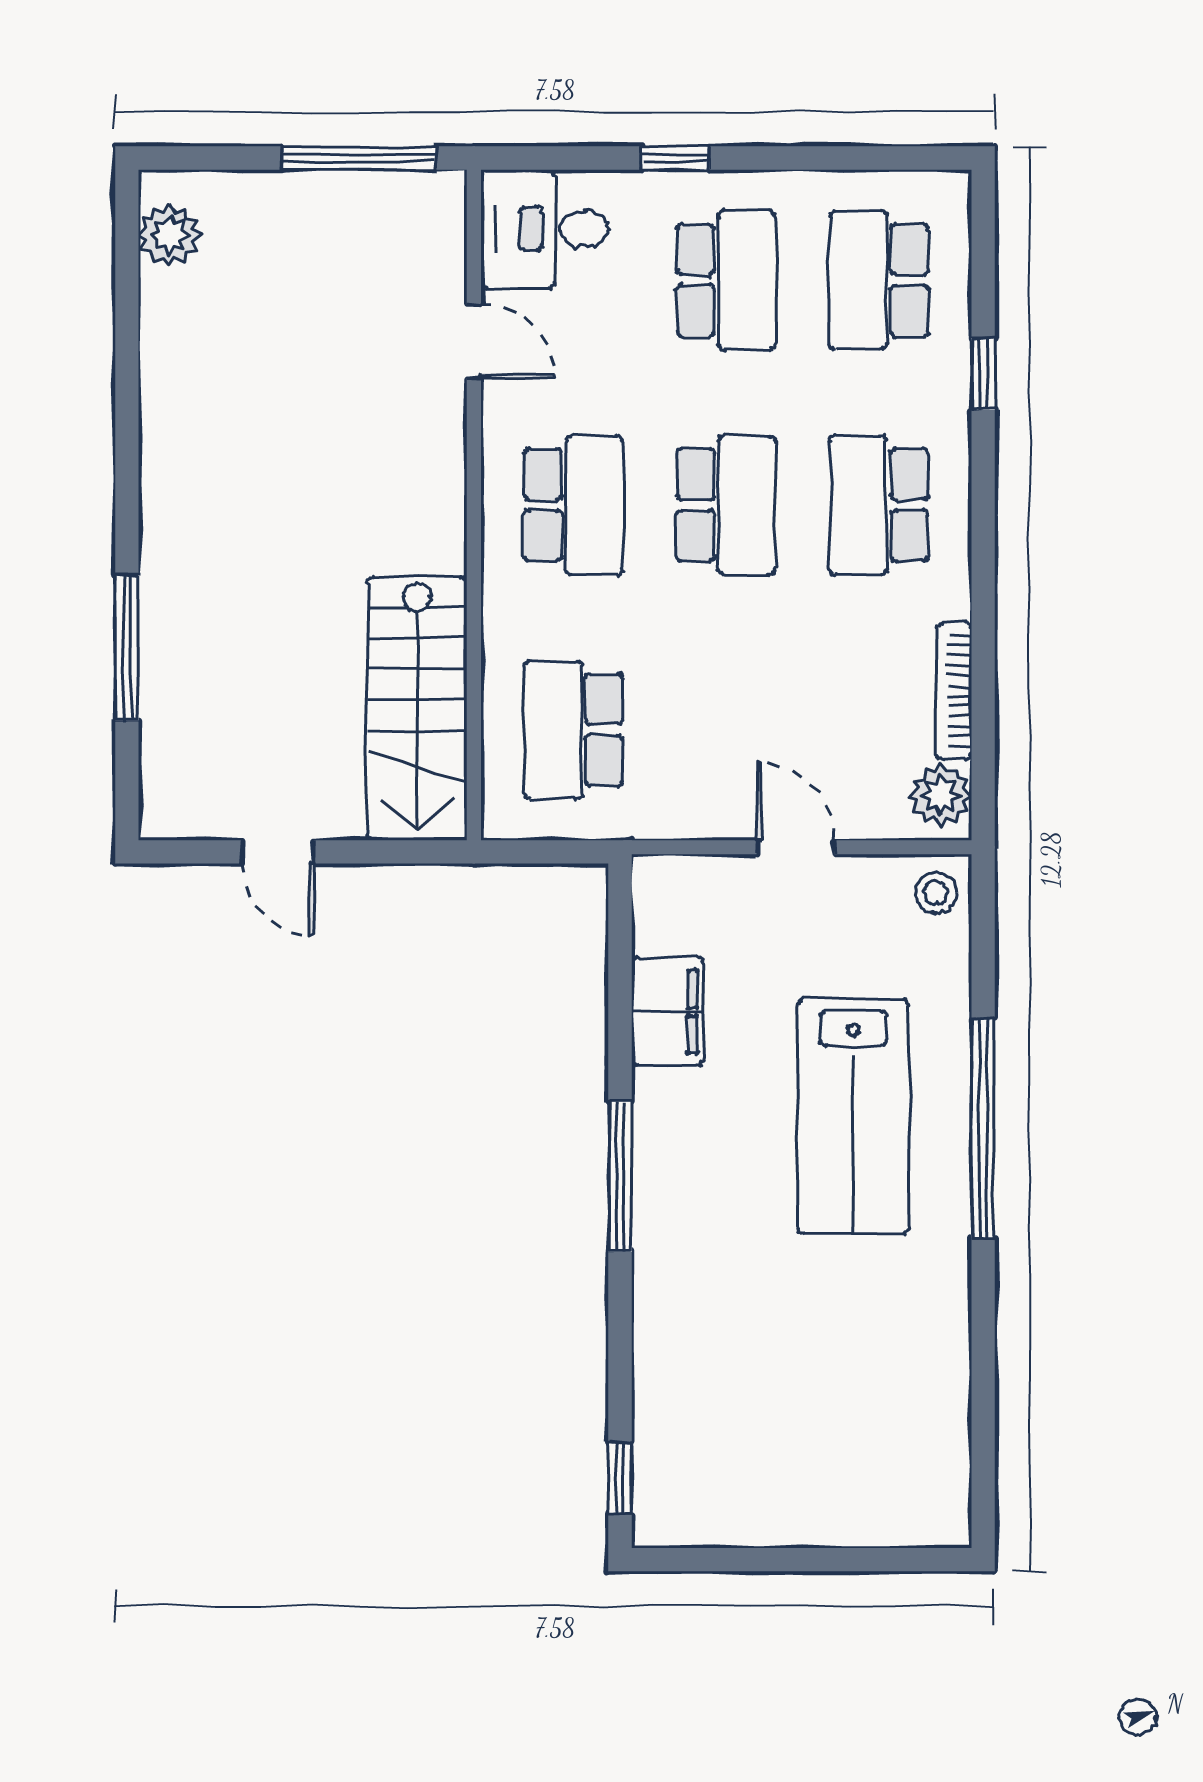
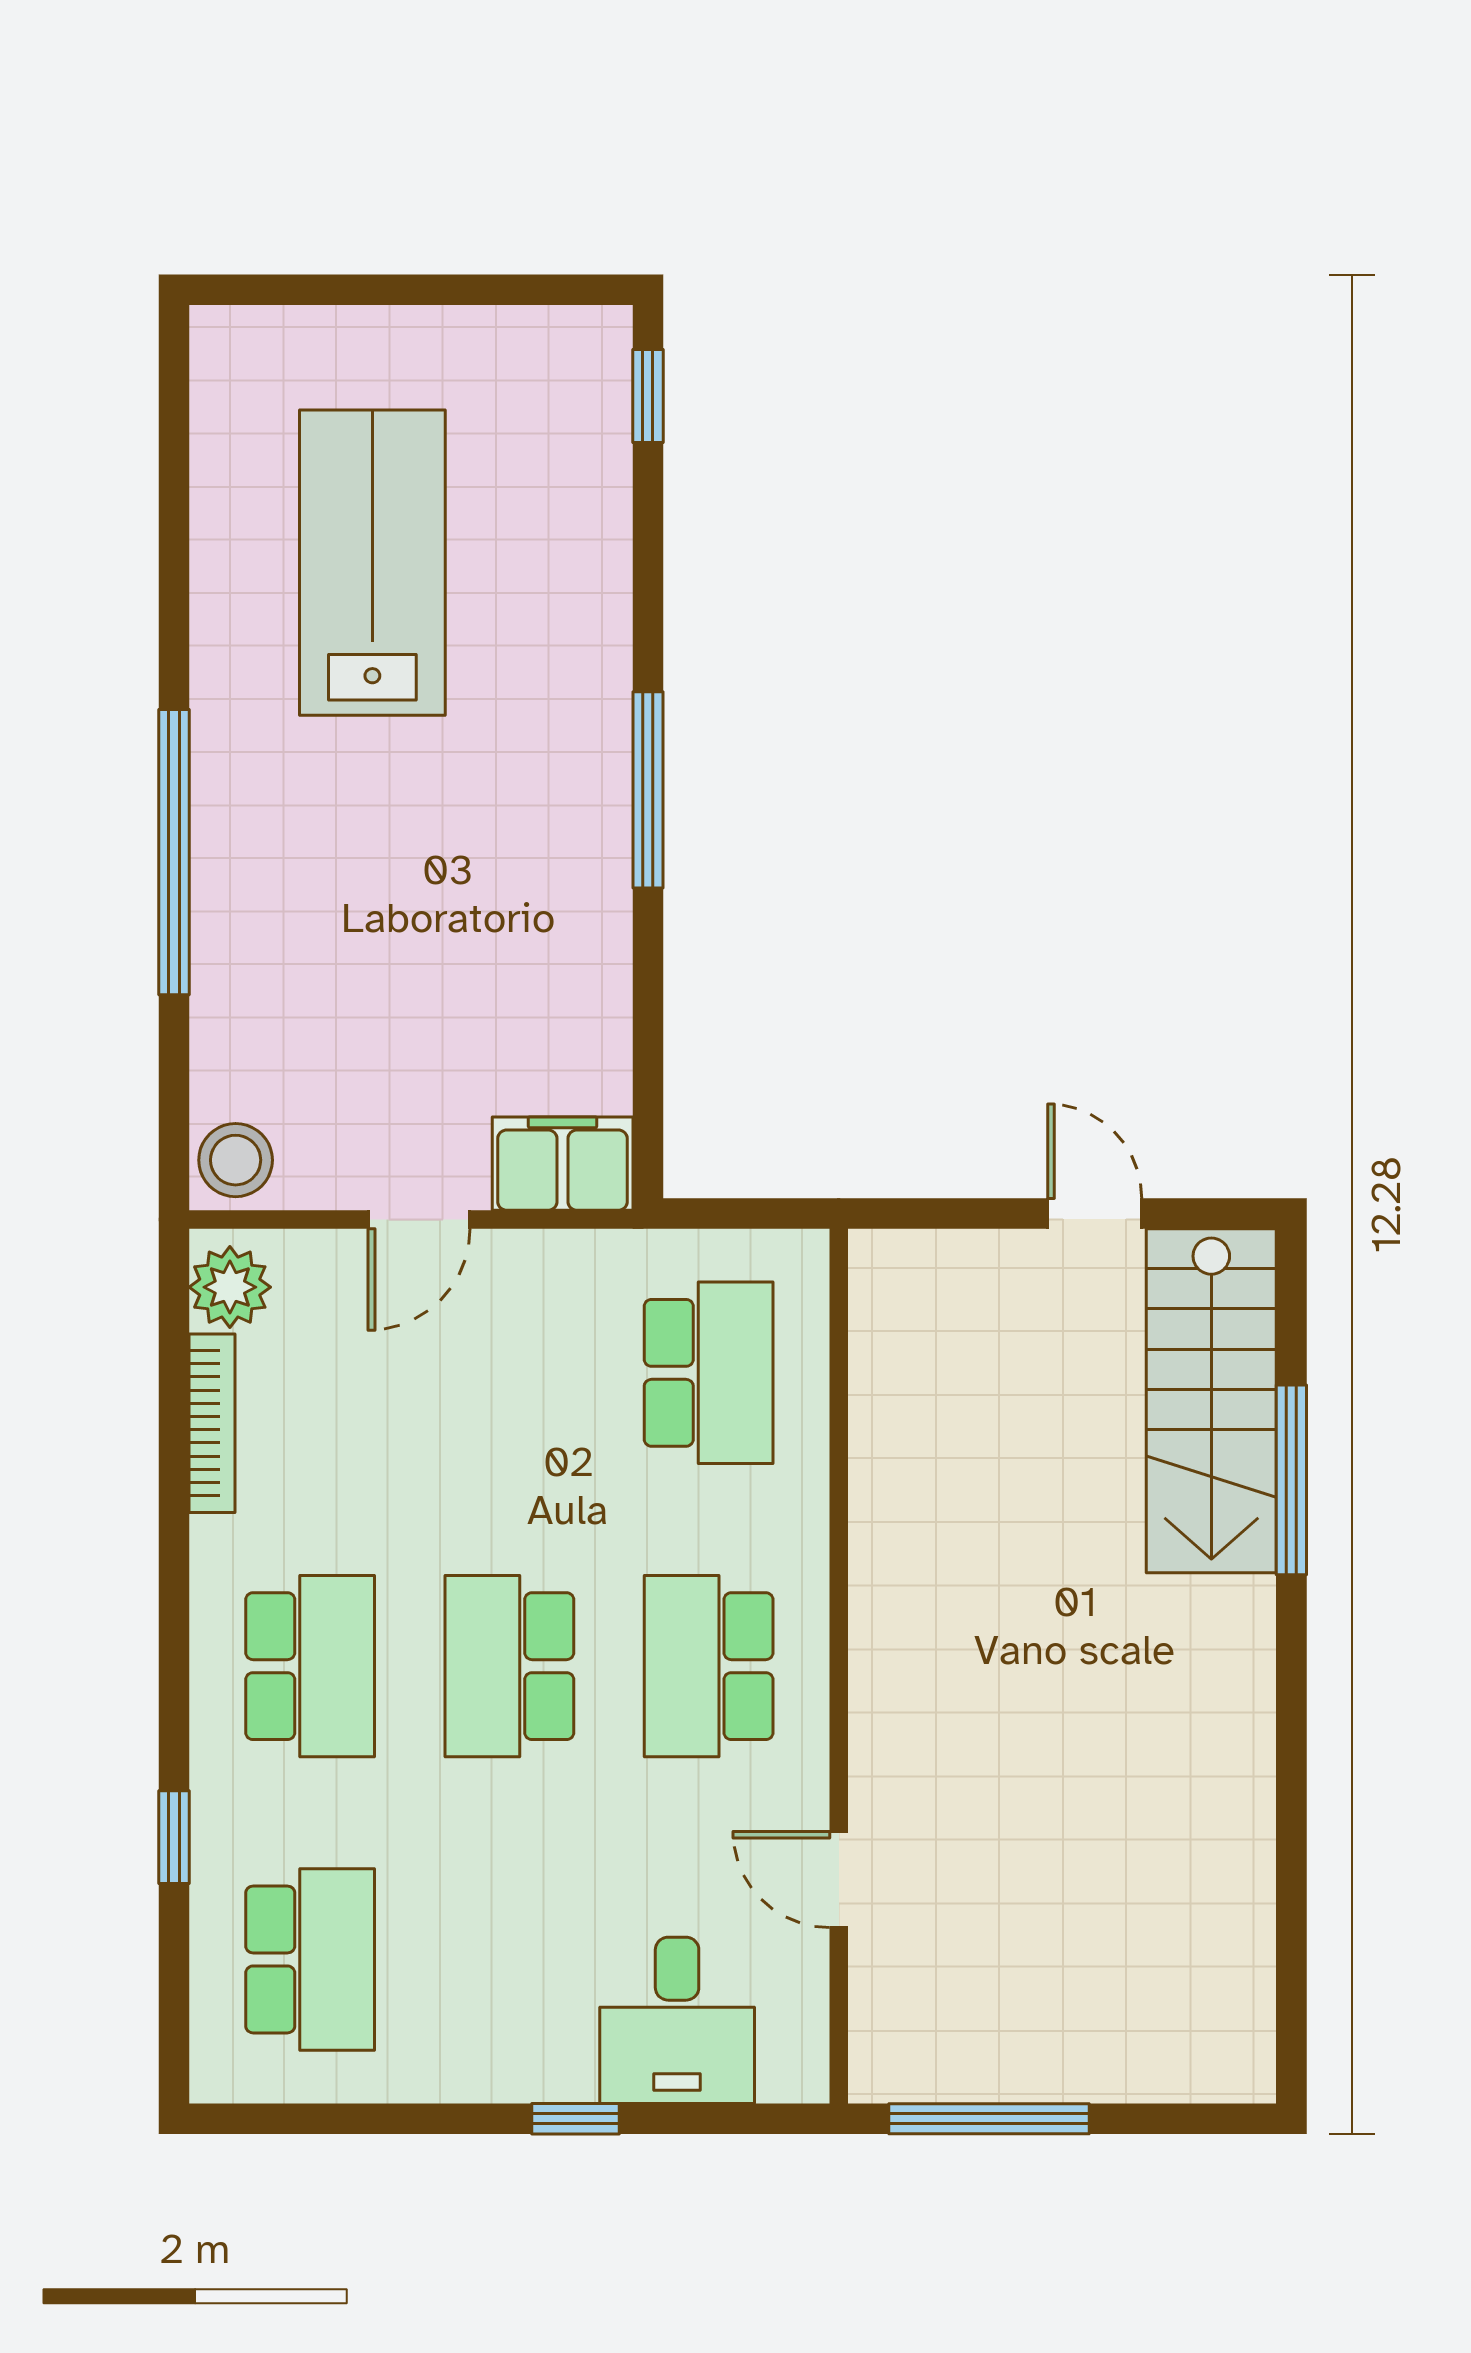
desk: (545, 229) -> (677, 2020), moved, turned 90
plant: (170, 235) -> (1236, 2019), removed
school desk: (726, 280) -> (509, 1959), removed
stairs: (417, 708) -> (1211, 1401), moved, turned 180
door: (795, 847) -> (419, 1219), hinge flipped
stool: (936, 893) -> (236, 1160), width x1.37, depth x1.37
filing cabinet: (667, 1012) -> (563, 1164), moved, turned 90
lab bench: (853, 1116) -> (372, 563), moved

